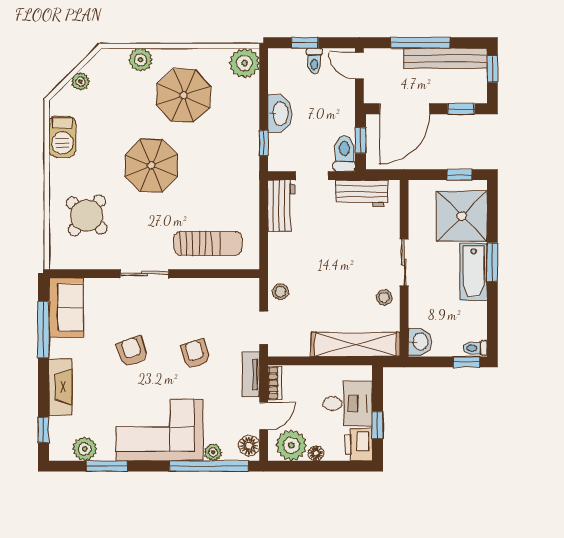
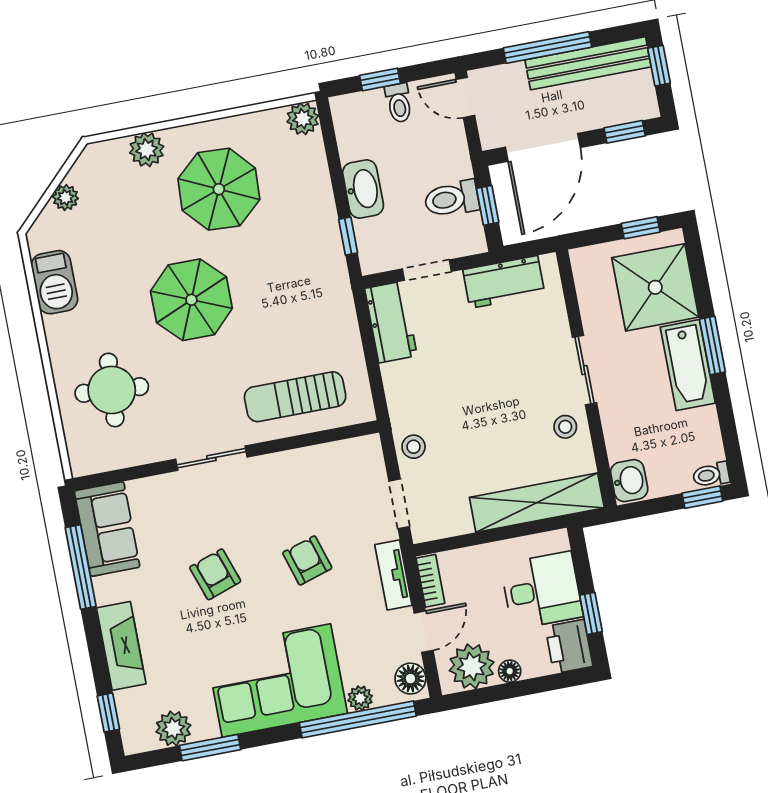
plant: (244, 63) -> (303, 119), width x0.73, depth x0.73
toilet: (344, 154) -> (452, 199), moved, turned -90
round table: (87, 215) -> (112, 390), turned -37
sun lounger: (208, 243) -> (295, 397), turned 180

